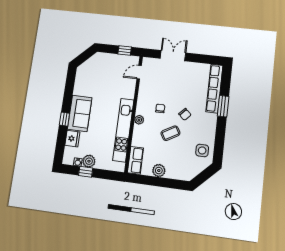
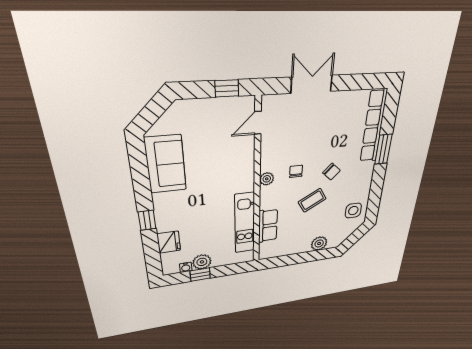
sofa: (80, 113) -> (166, 164), moved
plant: (139, 120) -> (267, 179), moved
kitchen unit: (123, 130) -> (245, 223), width x0.73
row of seats: (136, 160) -> (268, 226), moved
plant: (159, 171) -> (319, 243), moved

